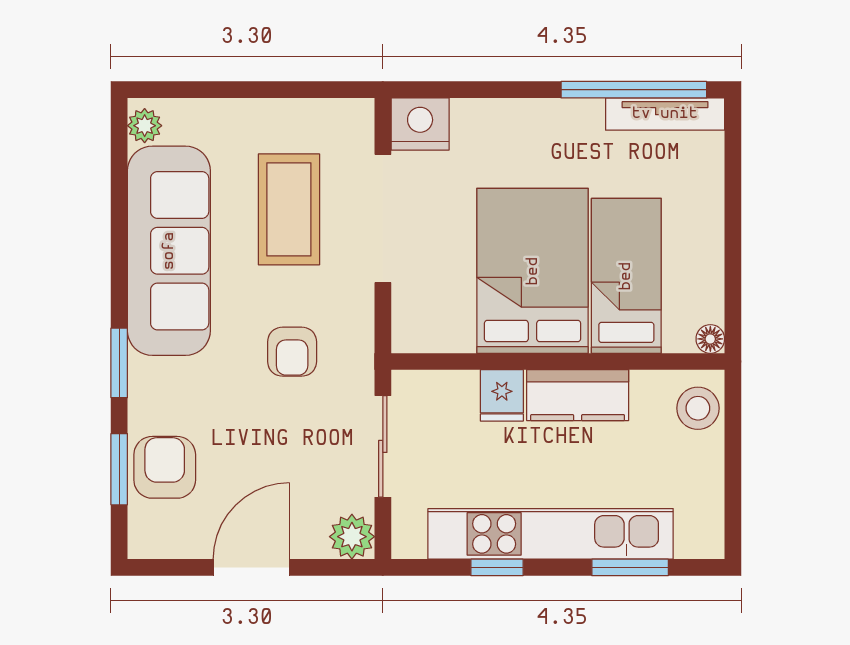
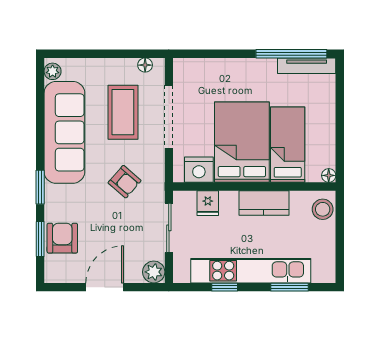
floor lamp: (334, 113) -> (145, 65), added
nightstand: (420, 124) -> (199, 170), moved, turned 180
armchair: (292, 352) -> (125, 182), turned -49
fridge: (502, 395) -> (208, 203), moved

